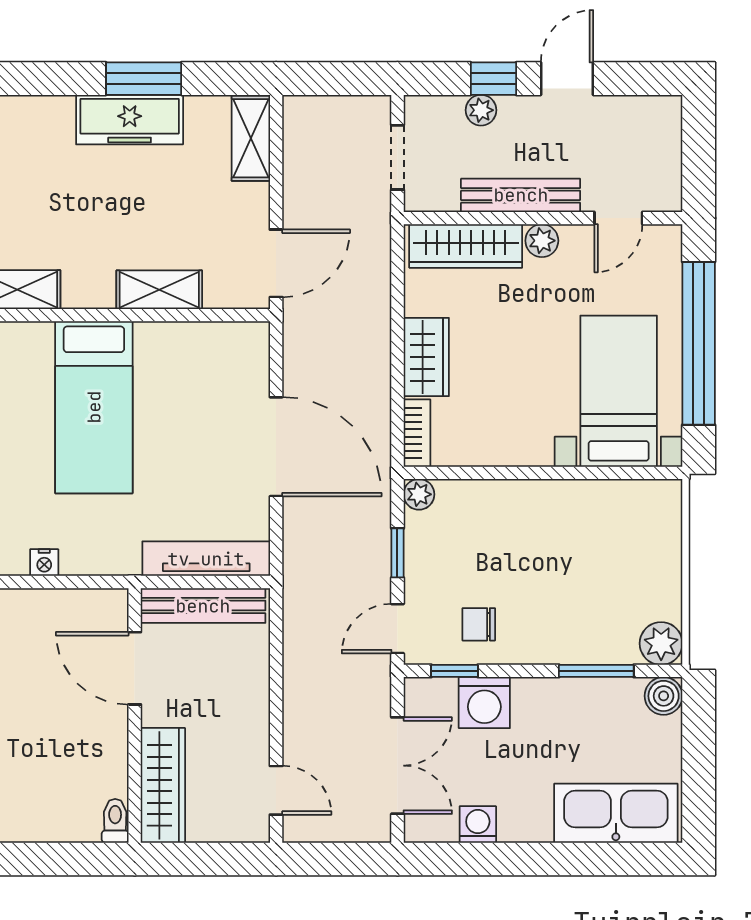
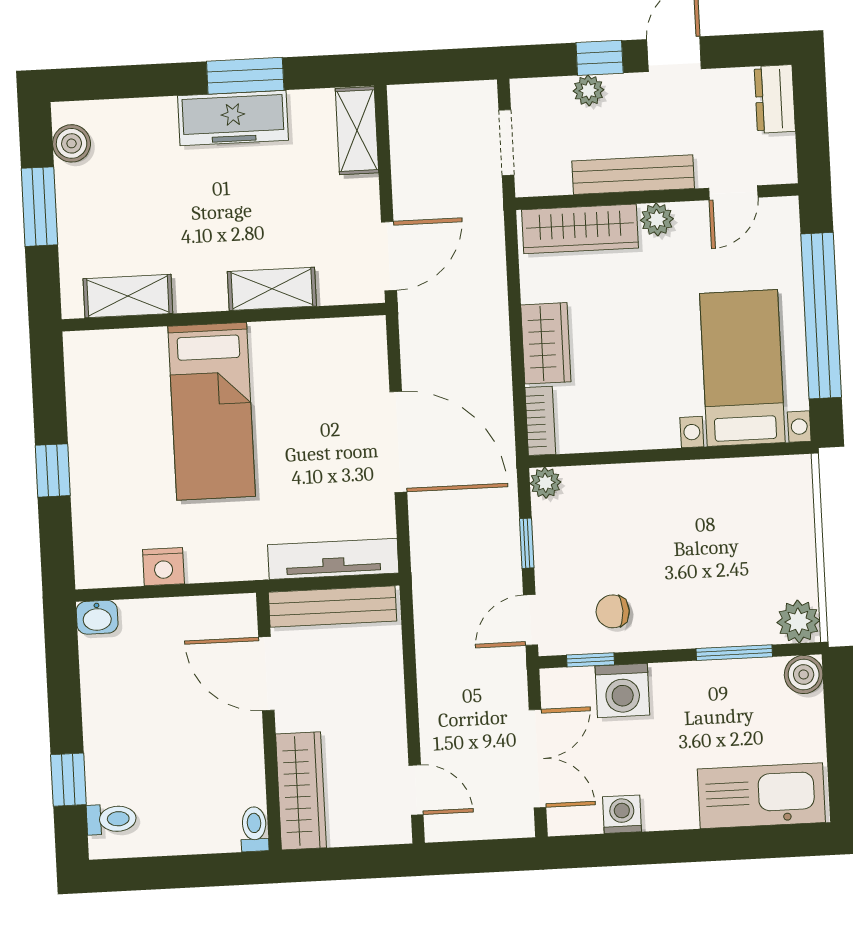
dresser: (664, 128) -> (775, 99), added
nightstand: (44, 563) -> (163, 567), width x1.39, depth x1.35

